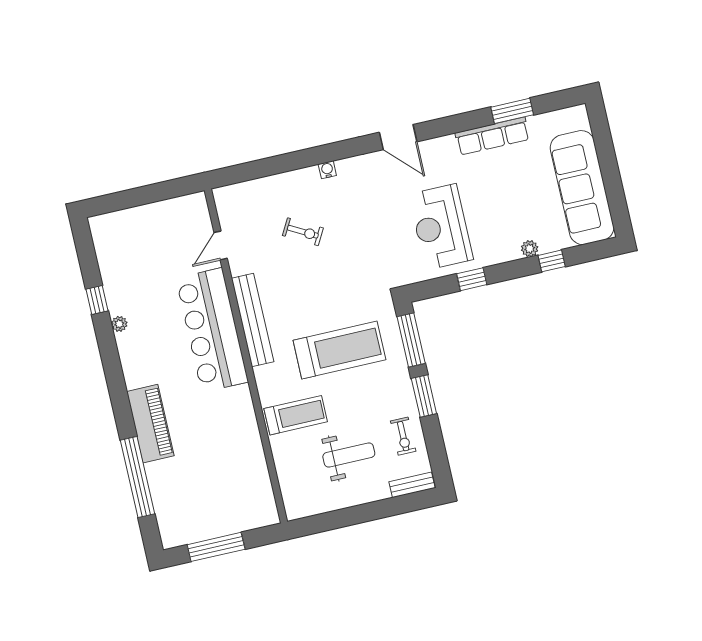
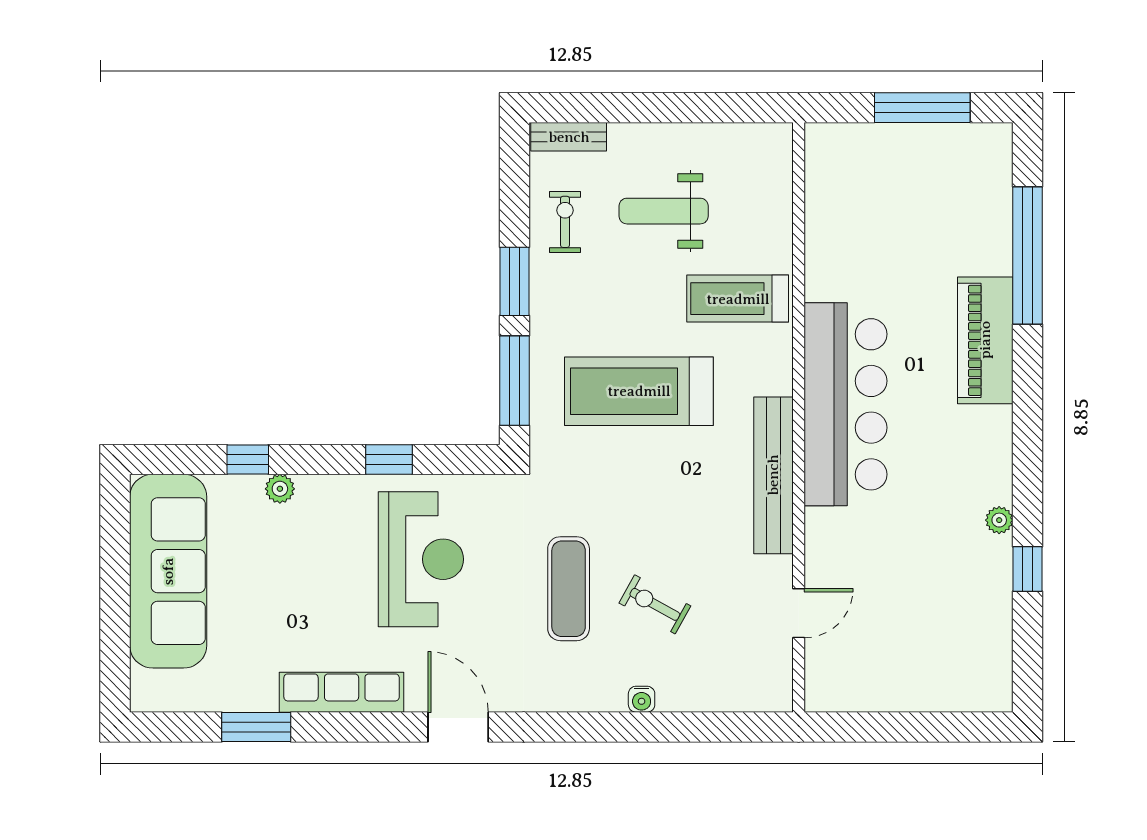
row of seats: (492, 136) -> (342, 692), moved
water cooler: (327, 170) -> (642, 699), moved
exercise mat: (354, 229) -> (569, 589), added
bar counter: (212, 330) -> (845, 404), moved

